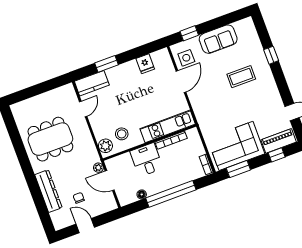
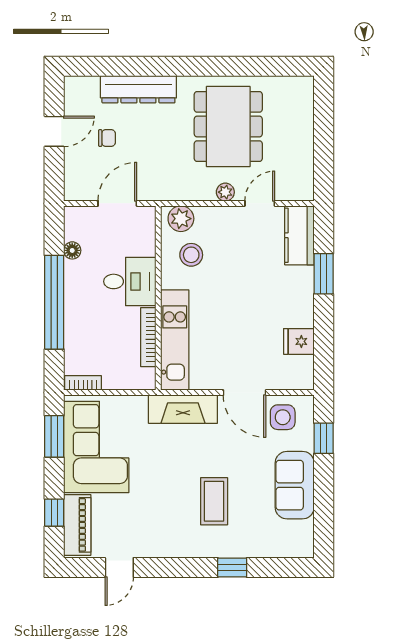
door: (83, 109) -> (260, 203), swing flipped
fireplace: (201, 109) -> (183, 409), added
plant: (98, 168) -> (225, 192), moved

